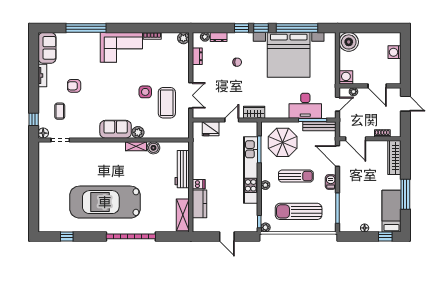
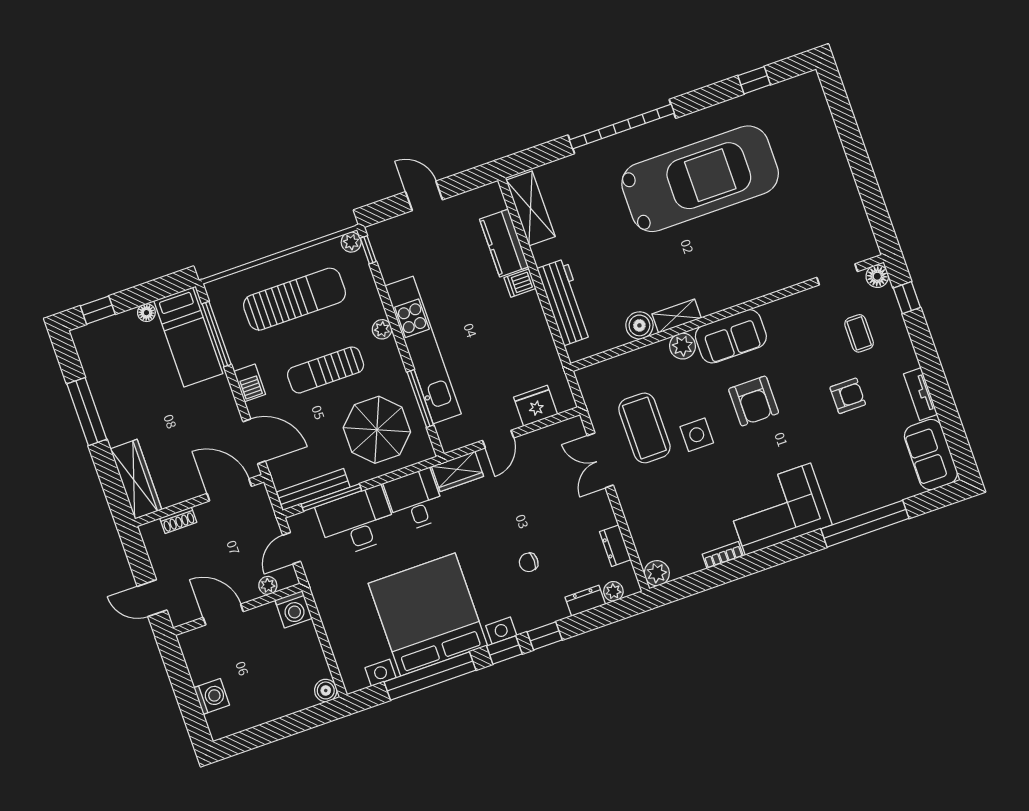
boiler: (349, 42) -> (326, 690), width x0.54, depth x0.54
armchair: (116, 98) -> (754, 401), added
desk: (277, 106) -> (415, 500), added
bed: (392, 211) -> (188, 337), moved

